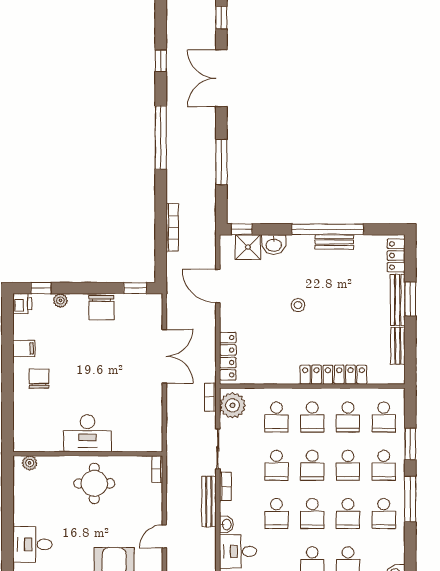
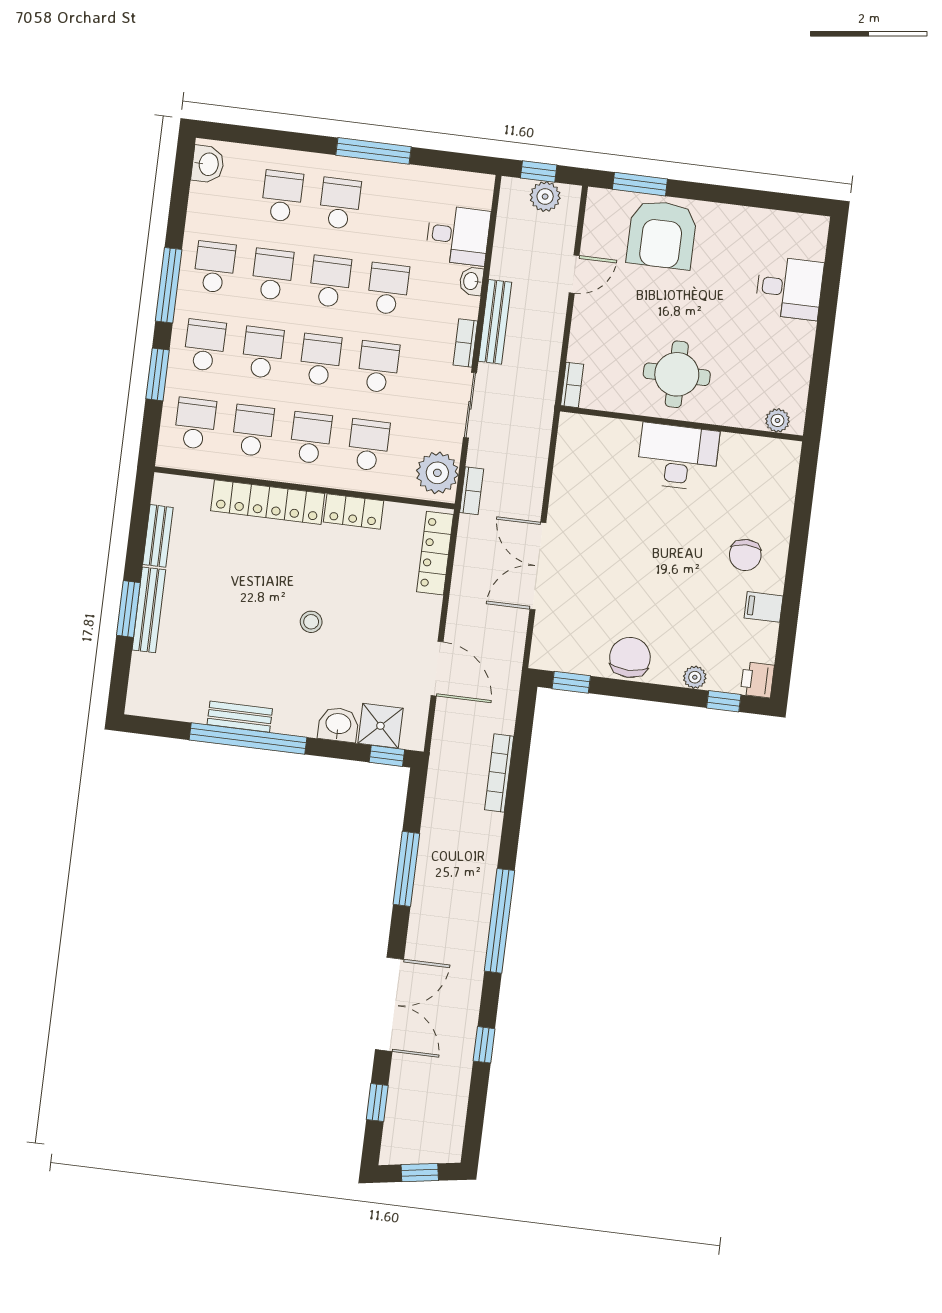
locker: (396, 255) -> (354, 511), moved, turned 90

